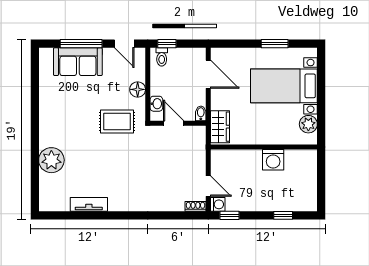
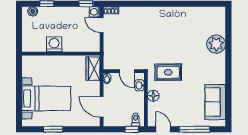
sofa: (78, 62) -> (215, 102), moved, turned -90
plant: (308, 124) -> (28, 70), removed
tv unit: (89, 204) -> (189, 12), removed
boiler: (302, 205) -> (33, 11), added

